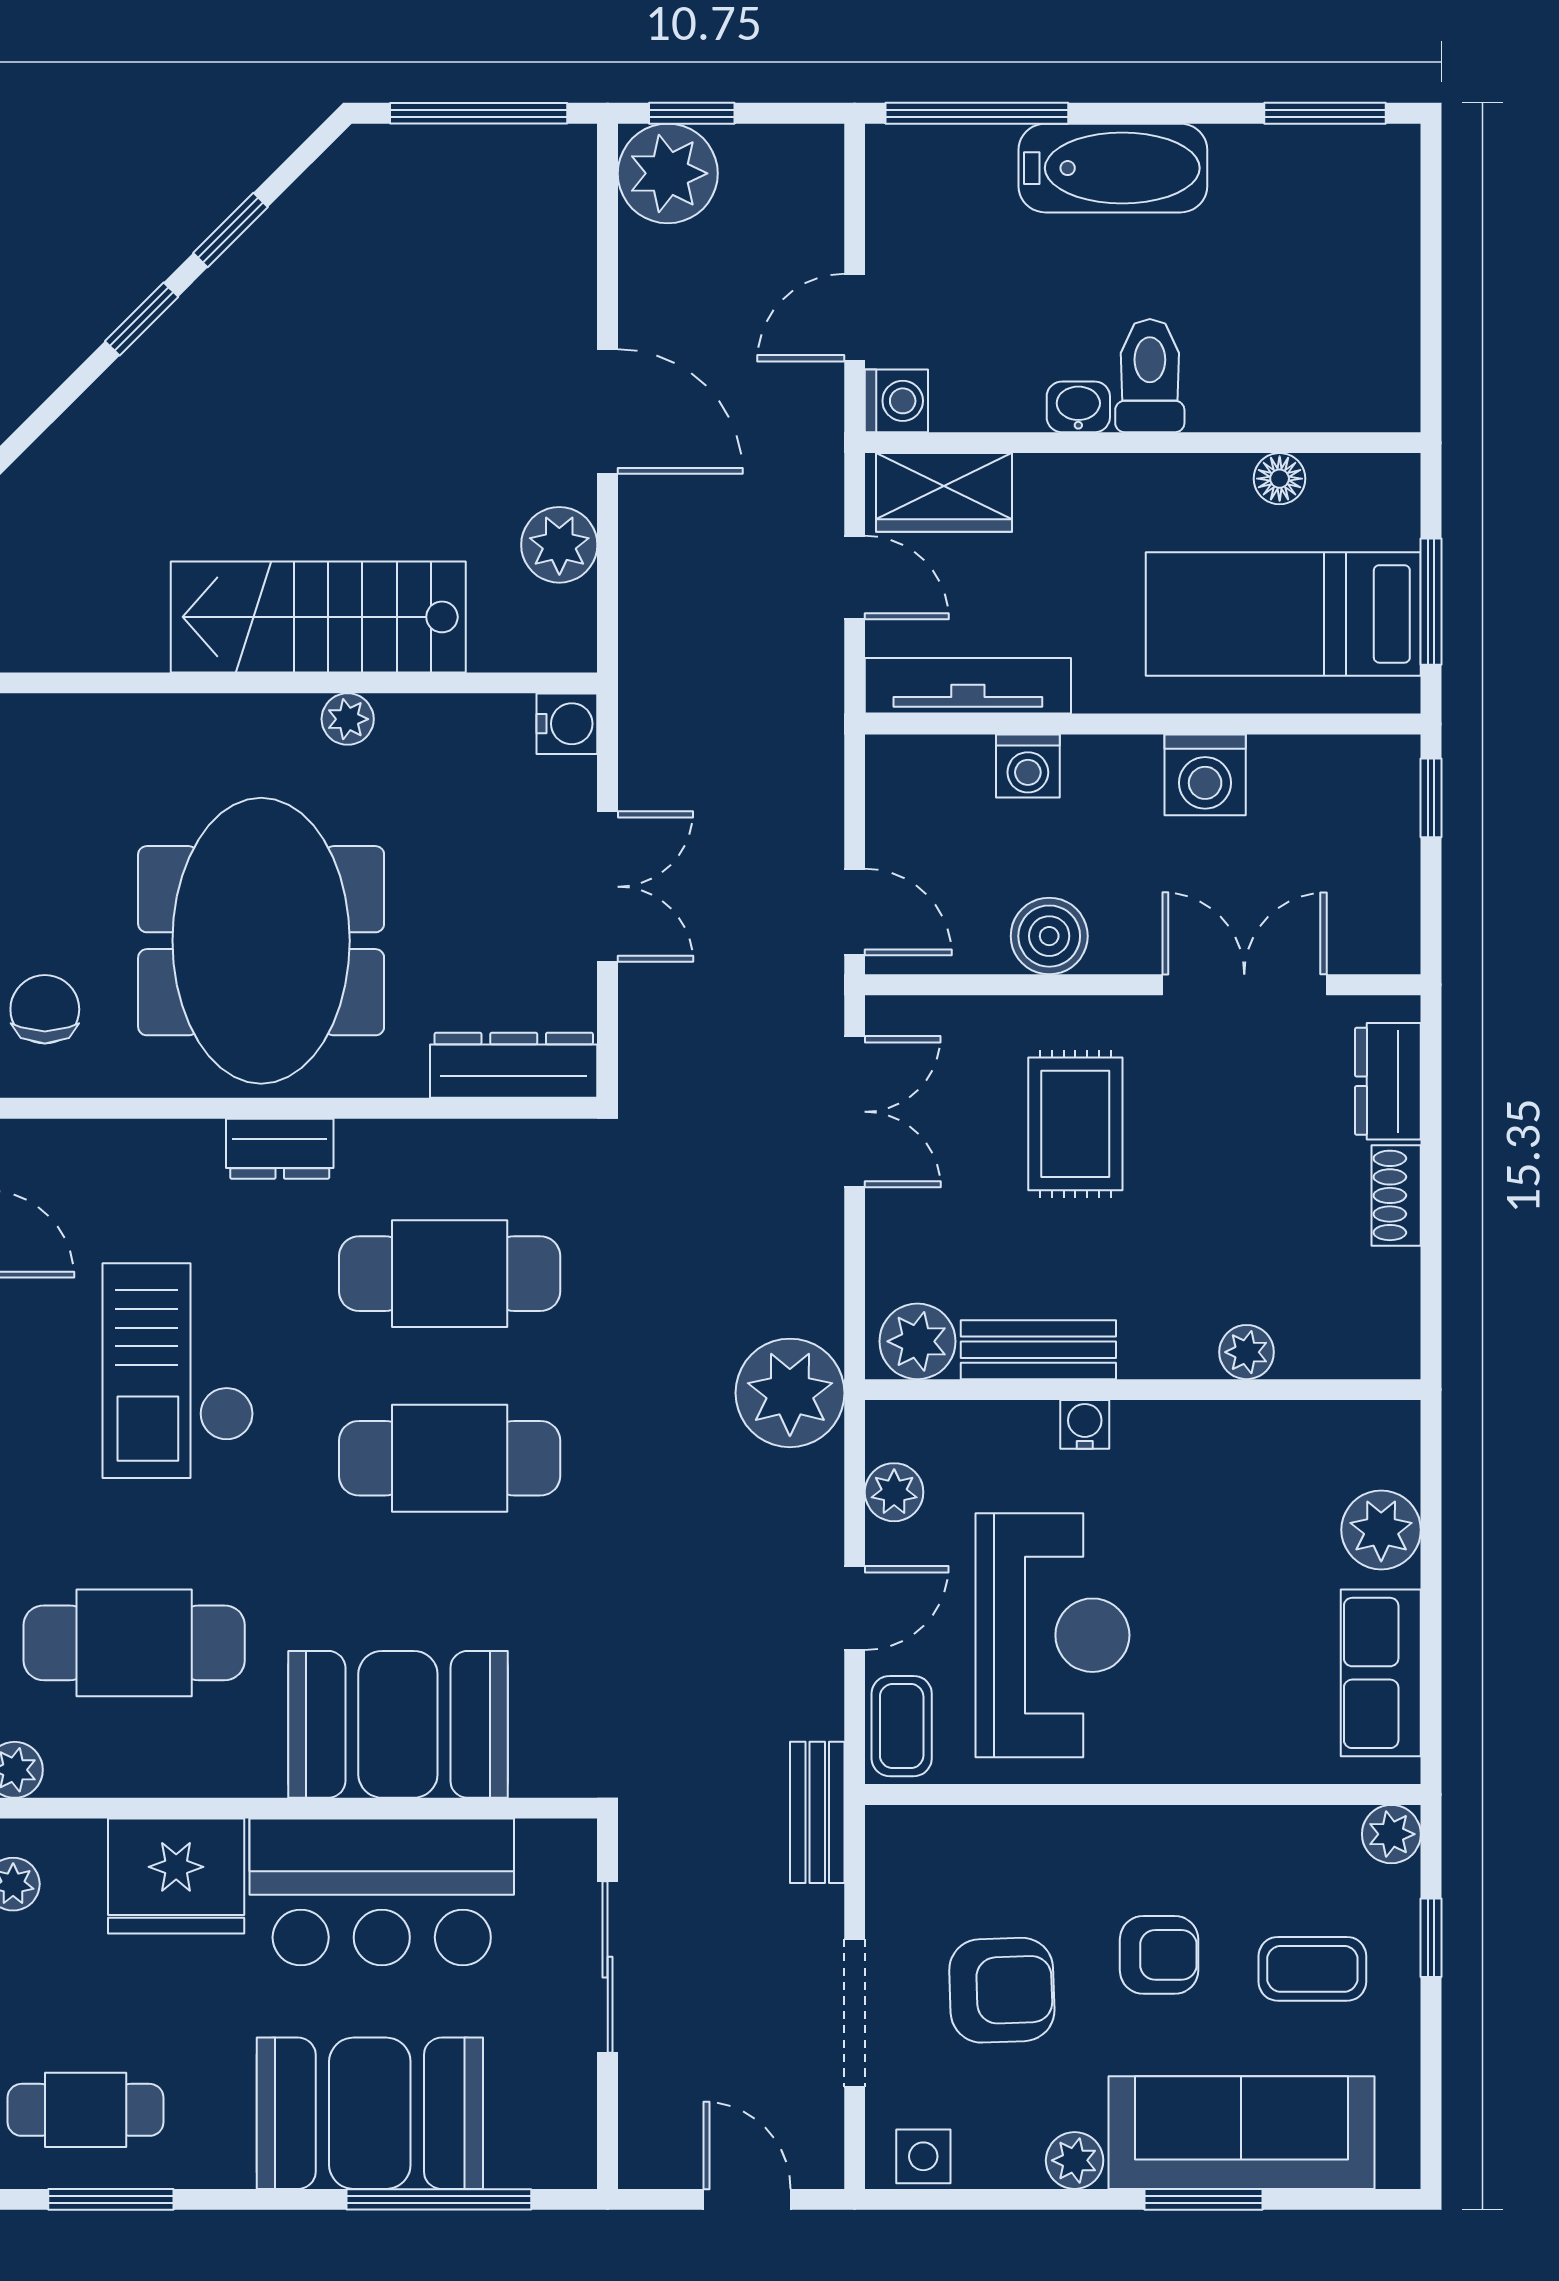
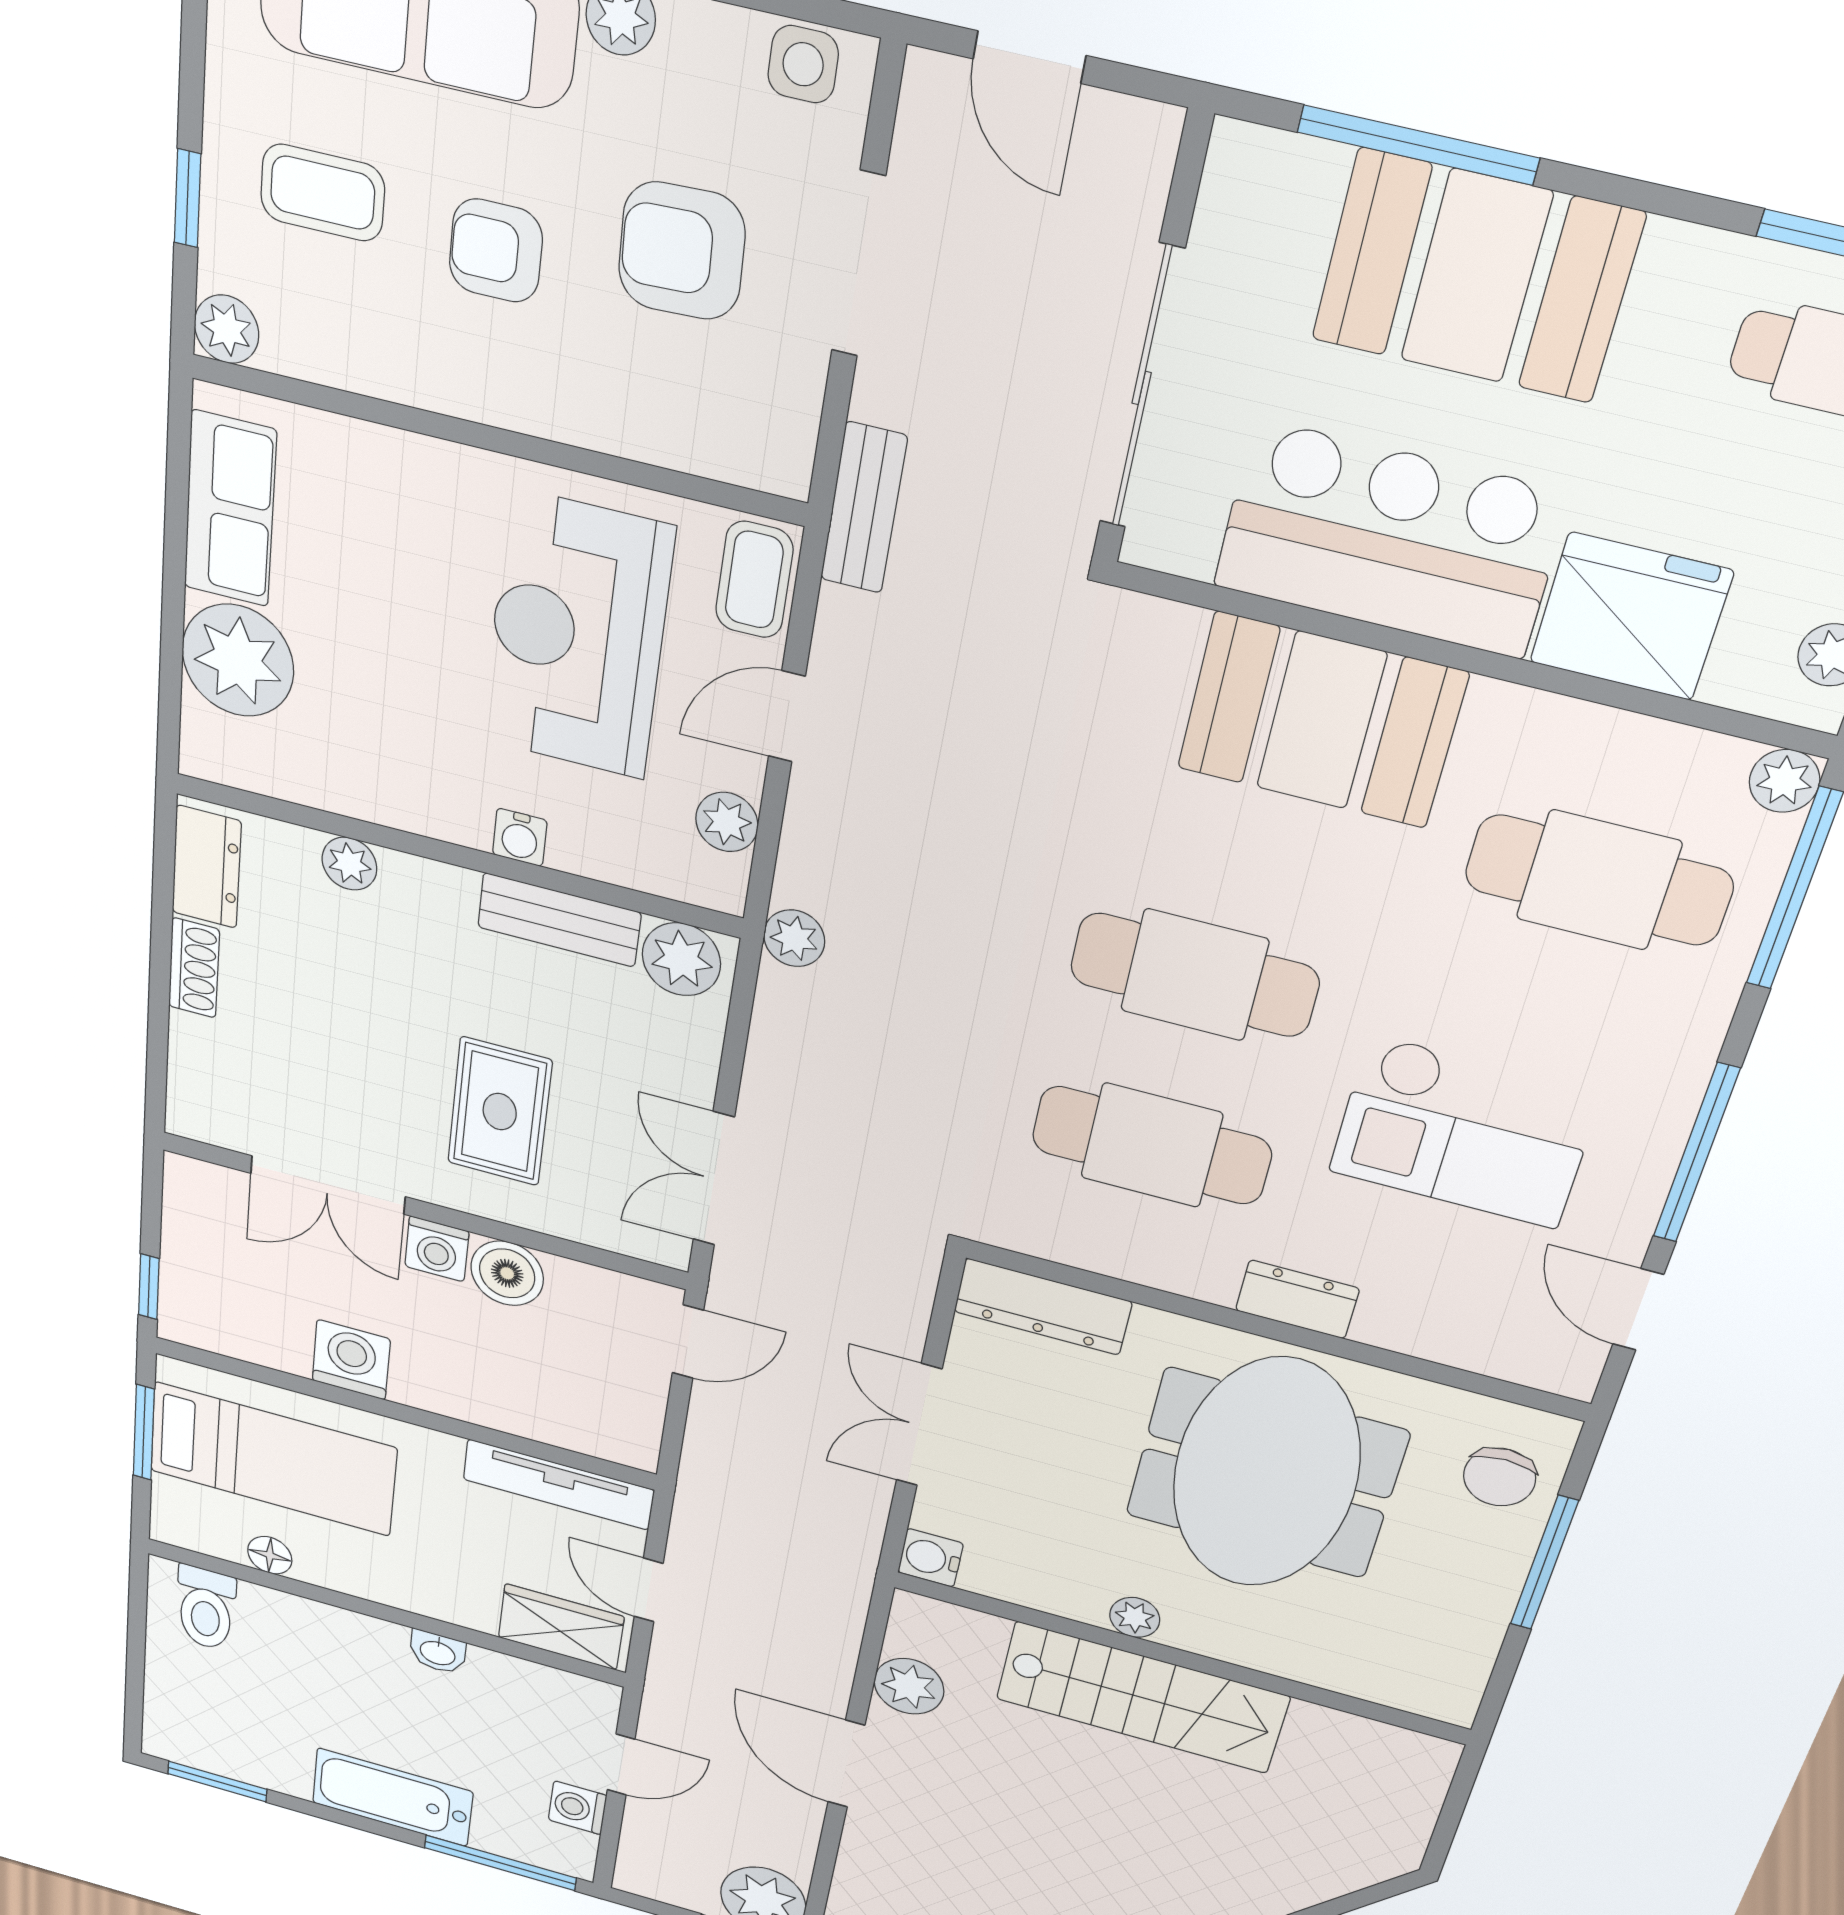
toilet: (1150, 376) -> (206, 1608), moved
washing machine: (896, 401) -> (577, 1808), moved
washing machine: (1028, 766) -> (437, 1249), moved, turned 180
door: (855, 912) -> (688, 1342), swing flipped
dresser: (1388, 1081) -> (207, 867), moved
checkout: (178, 1371) -> (1464, 1132), turned 90
plant: (790, 1393) -> (794, 938), width x0.53, depth x0.53
plant: (1381, 1530) -> (238, 660), width x1.36, depth x1.36
sliding door: (608, 1967) -> (1142, 388), width x1.37

